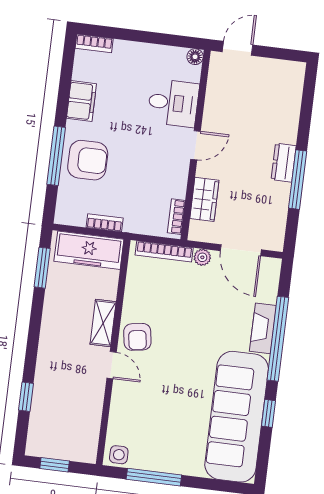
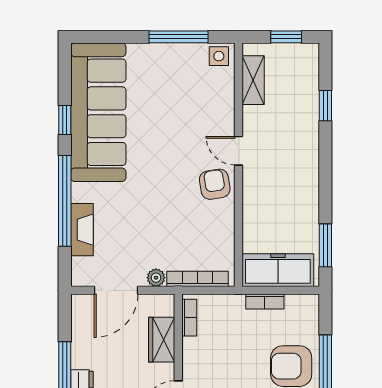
door: (241, 250) -> (116, 290), swing flipped
shelving: (103, 323) -> (253, 80), moved
fireplace: (263, 328) -> (82, 230), moved

